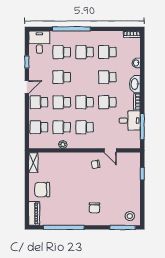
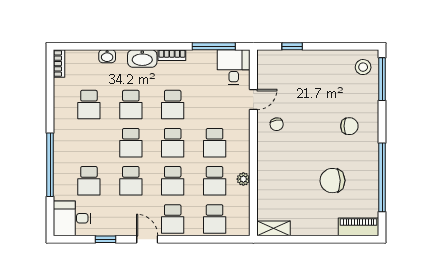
school desk: (85, 52) -> (131, 143), moved
desk: (130, 121) -> (234, 67), moved
chair: (42, 190) -> (332, 181), moved, turned 89

